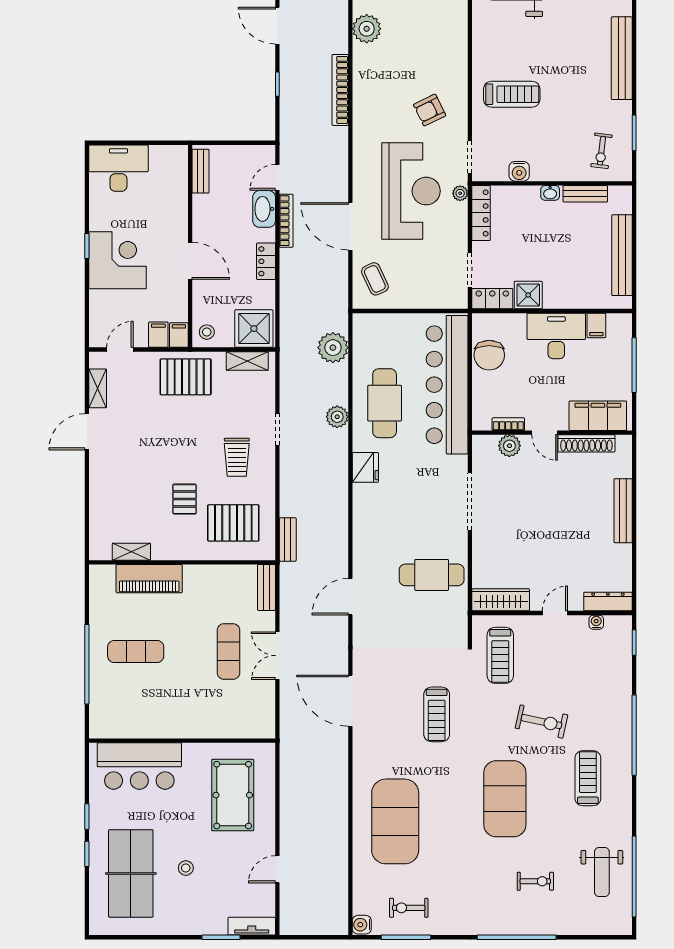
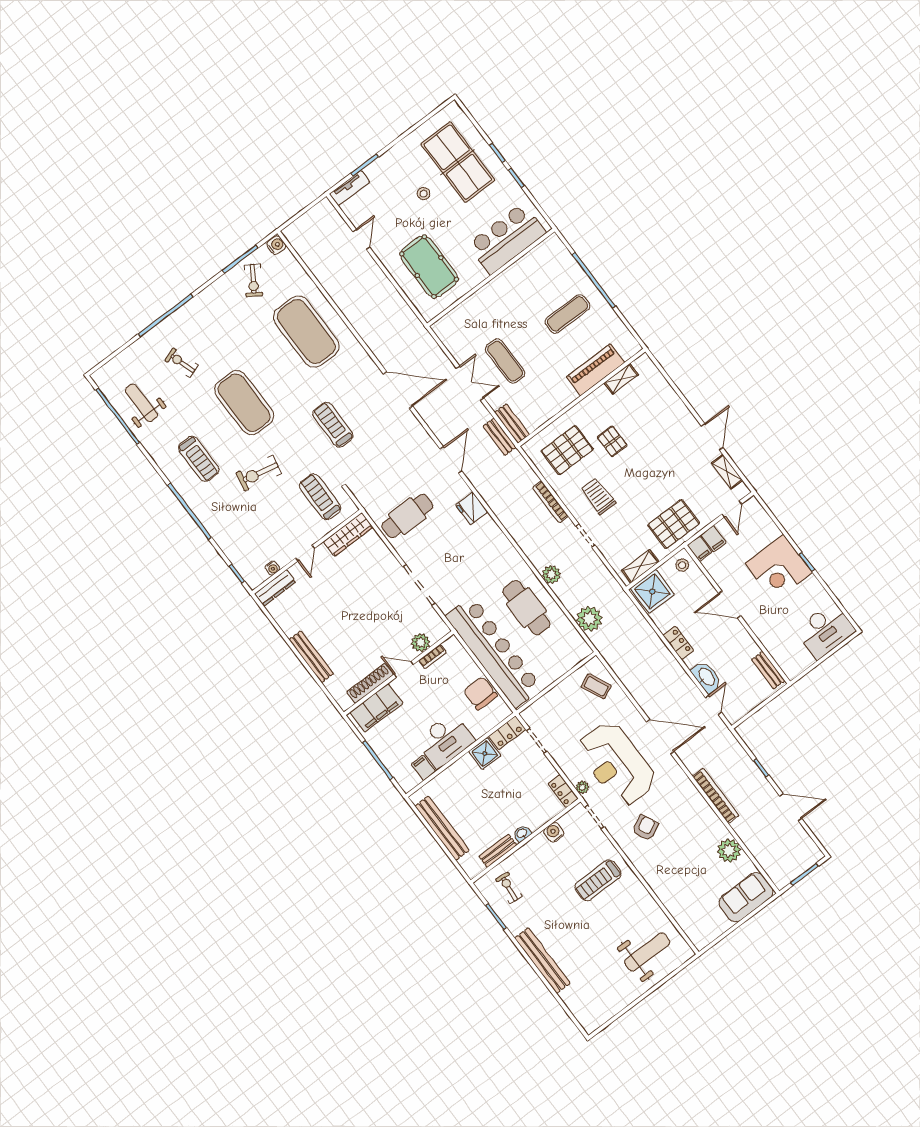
locker: (481, 213) -> (563, 791), width x0.66
bookcase: (286, 221) -> (550, 502), moved
door: (350, 226) -> (660, 737), moved
fridge: (365, 467) -> (472, 508), moved
bench: (288, 540) -> (499, 437), moved
exercise bike: (535, 881) -> (182, 363), turned 72
exercise bike: (409, 908) -> (253, 280), turned 123

